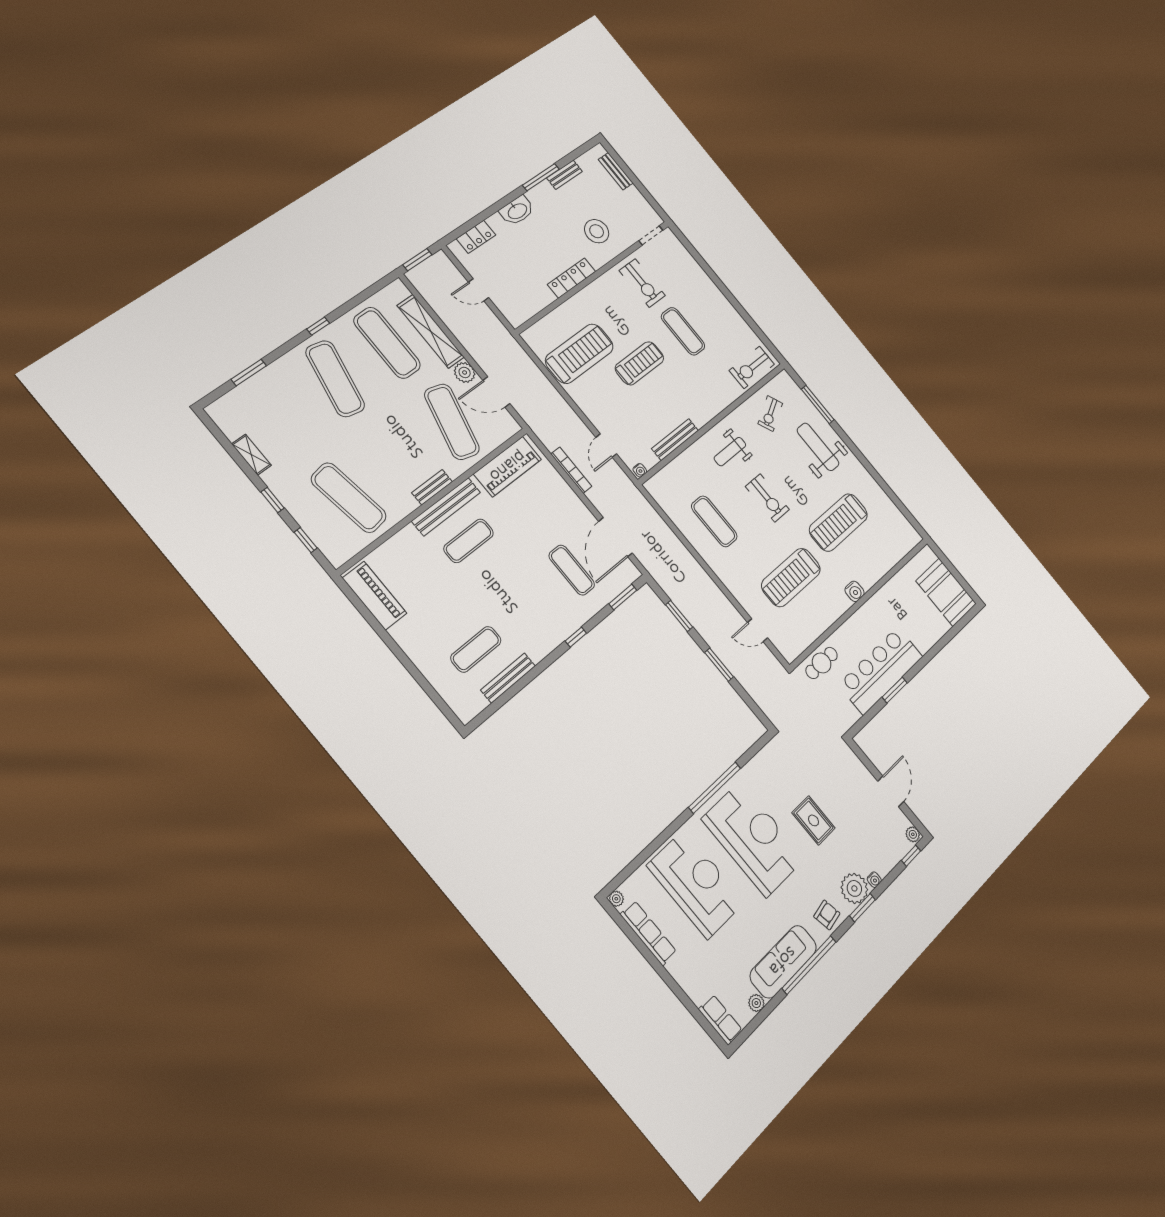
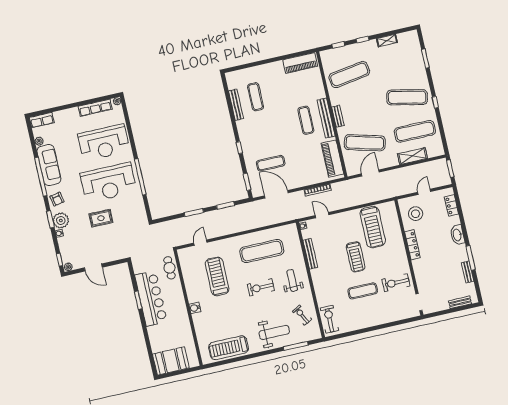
stool: (597, 231) -> (416, 214), moved
shelving: (431, 331) -> (412, 156), width x0.68
plant: (465, 372) -> (386, 162), removed
exercise mat: (714, 521) -> (262, 251), width x1.36, depth x1.45
treadmill: (838, 522) -> (229, 348), moved, turned -90

